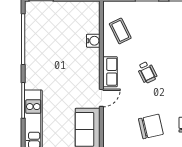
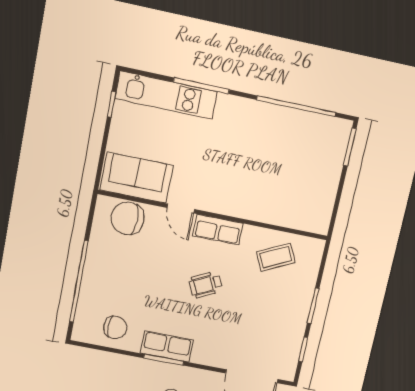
water cooler: (93, 41) -> (270, 214), removed
chair: (151, 127) -> (127, 218), moved, turned 103

